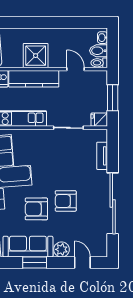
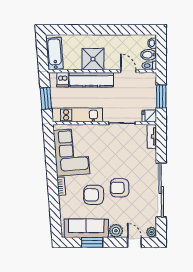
tv unit: (102, 156) -> (152, 136), moved
plant: (102, 251) -> (151, 232), added

